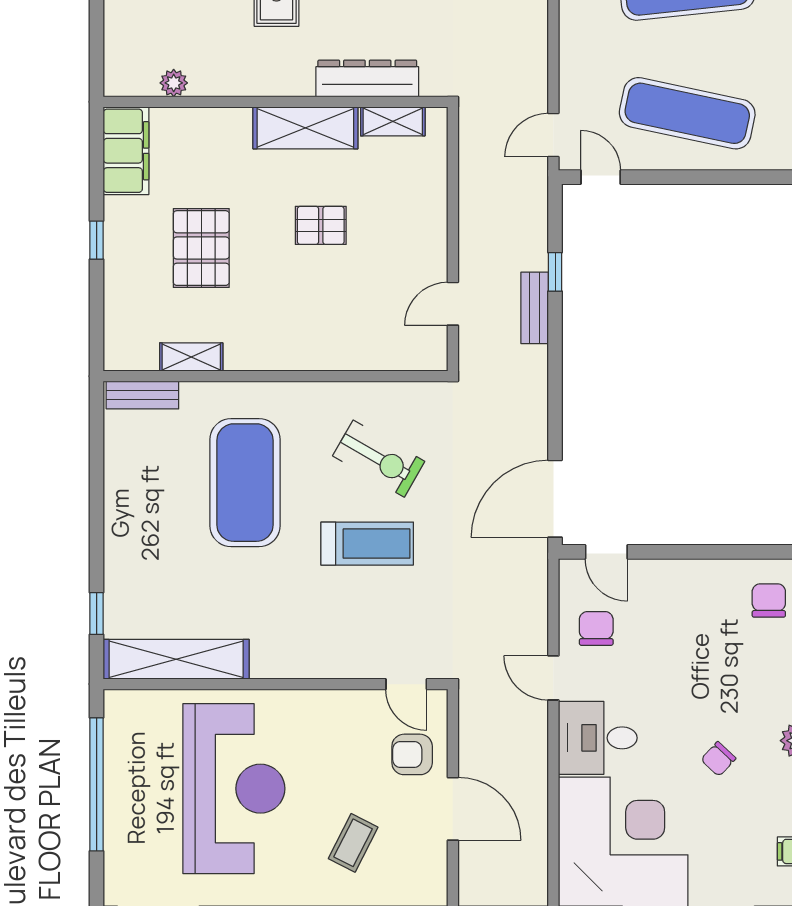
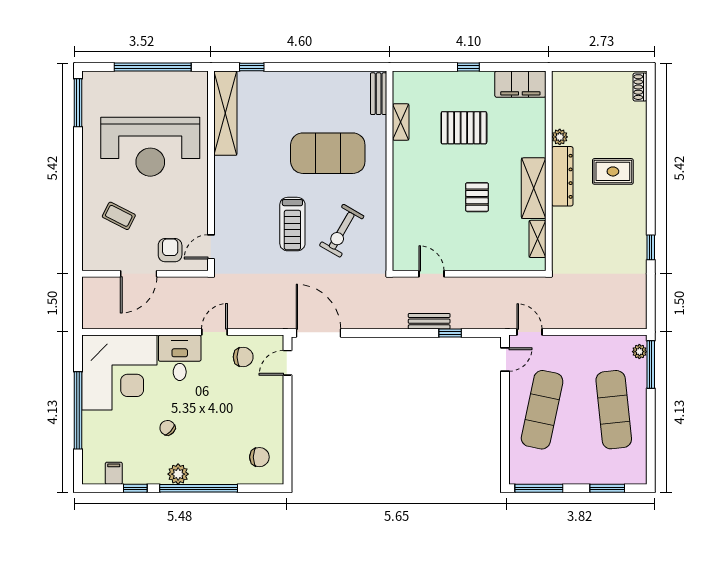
dresser: (367, 78) -> (562, 176), moved
plant: (174, 83) -> (560, 137), moved

